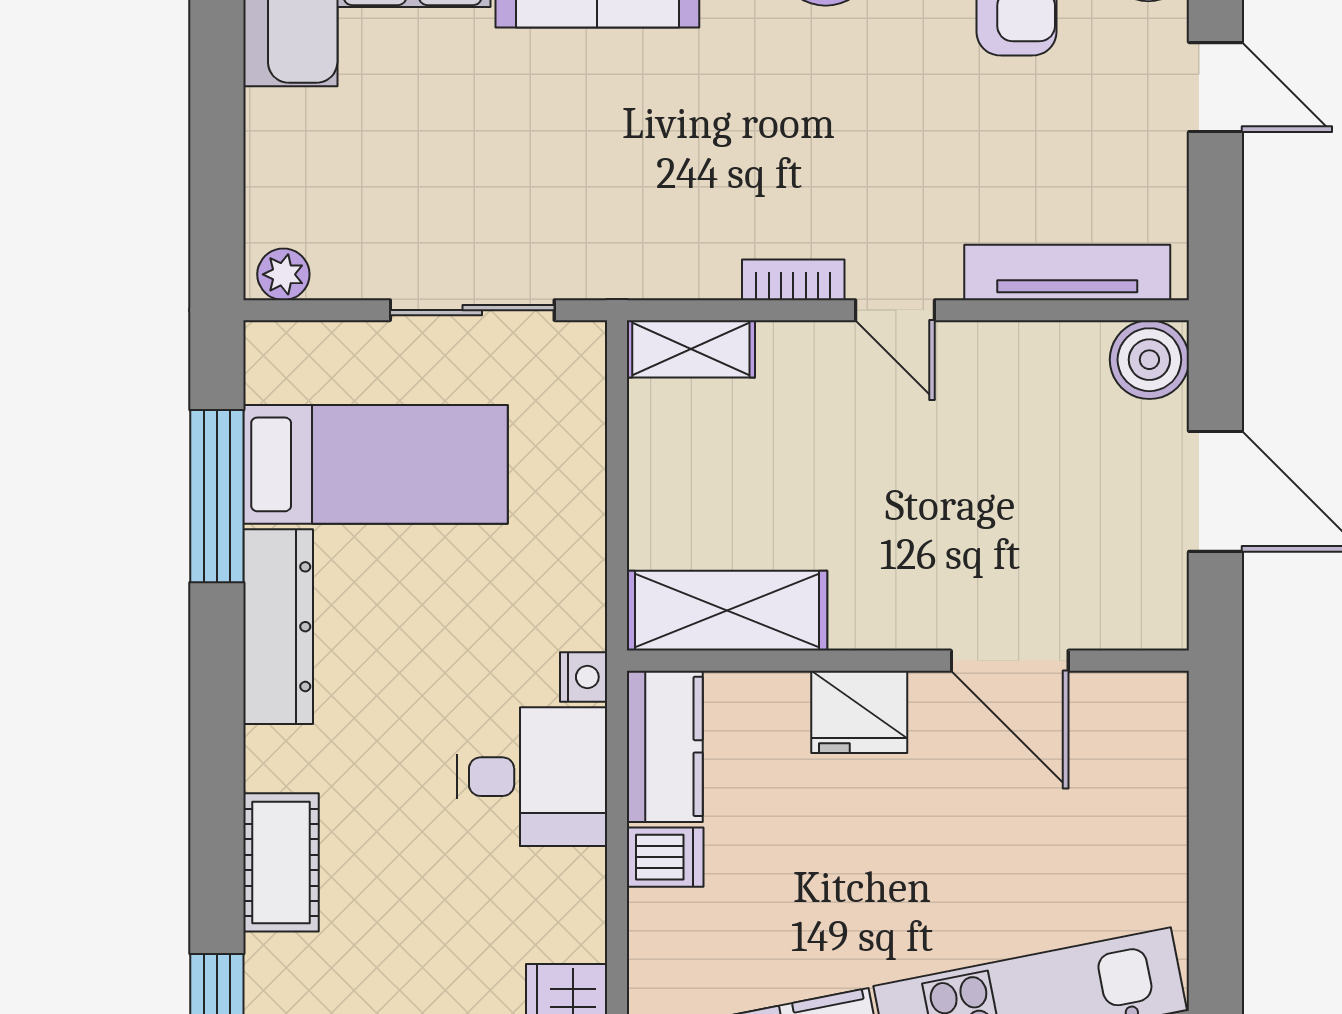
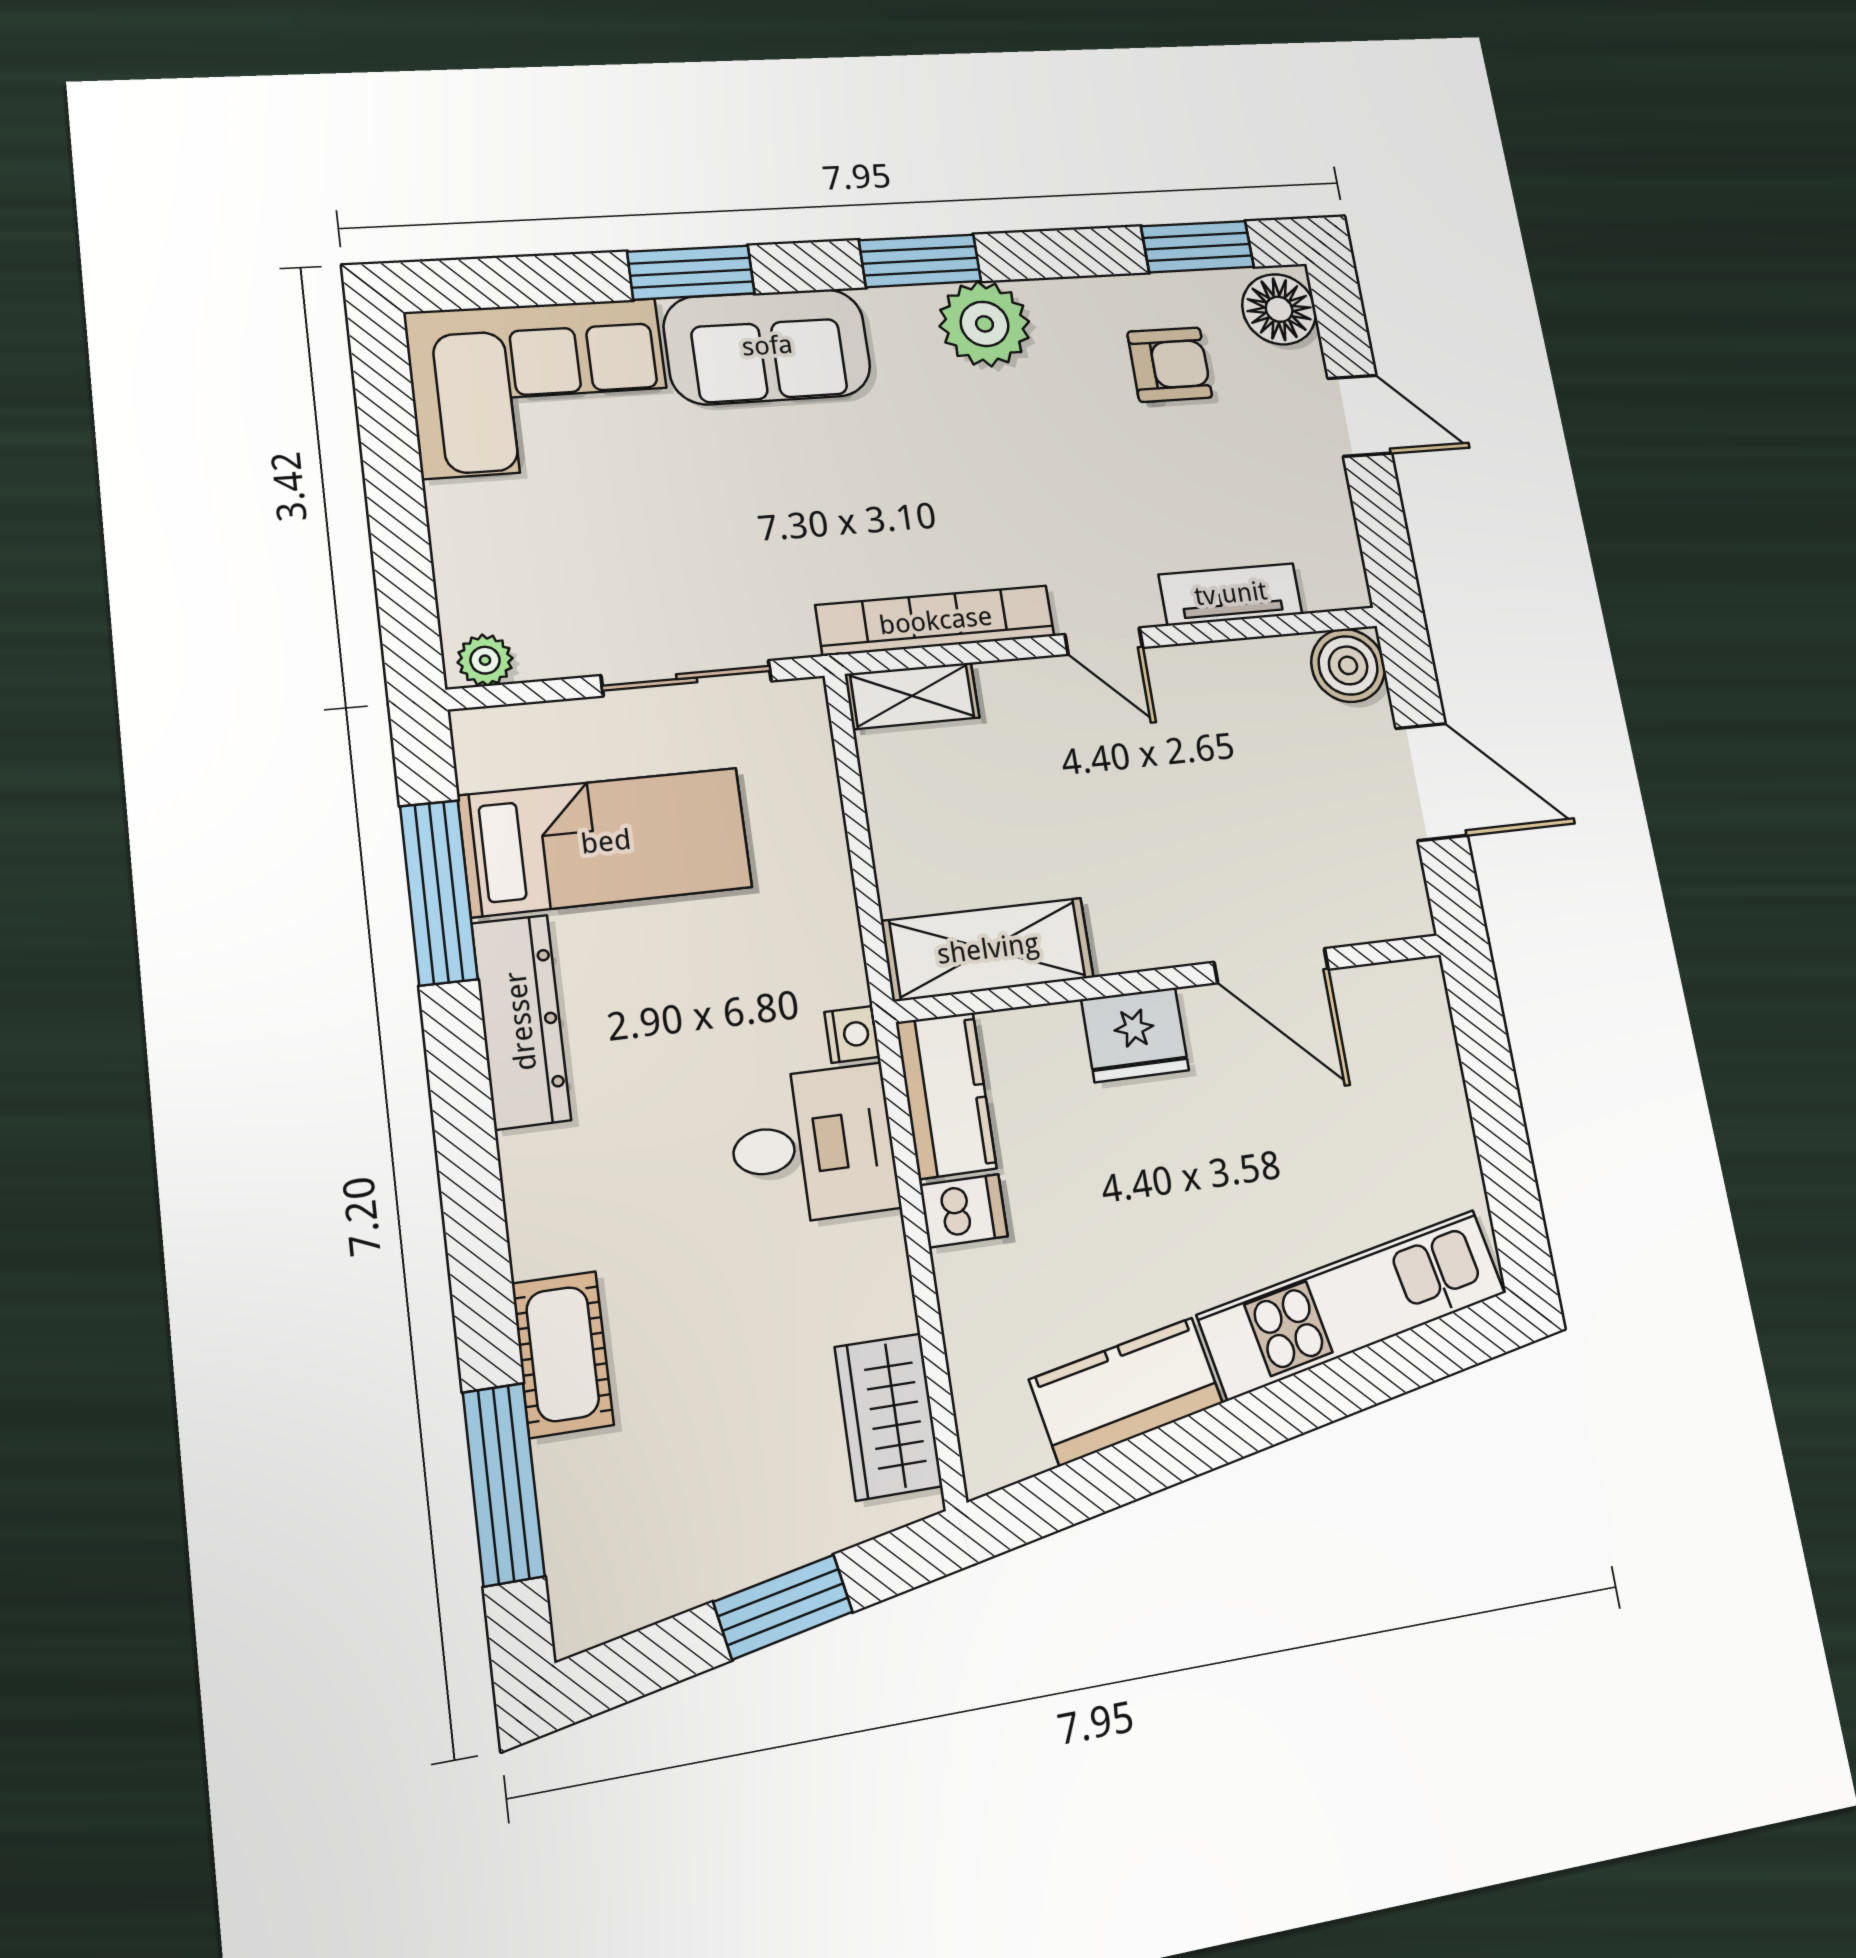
tv unit: (1067, 272) -> (1231, 594), width x0.71
bookcase: (793, 280) -> (936, 621), width x2.31, depth x1.31
cot: (281, 862) -> (563, 1354), moved

